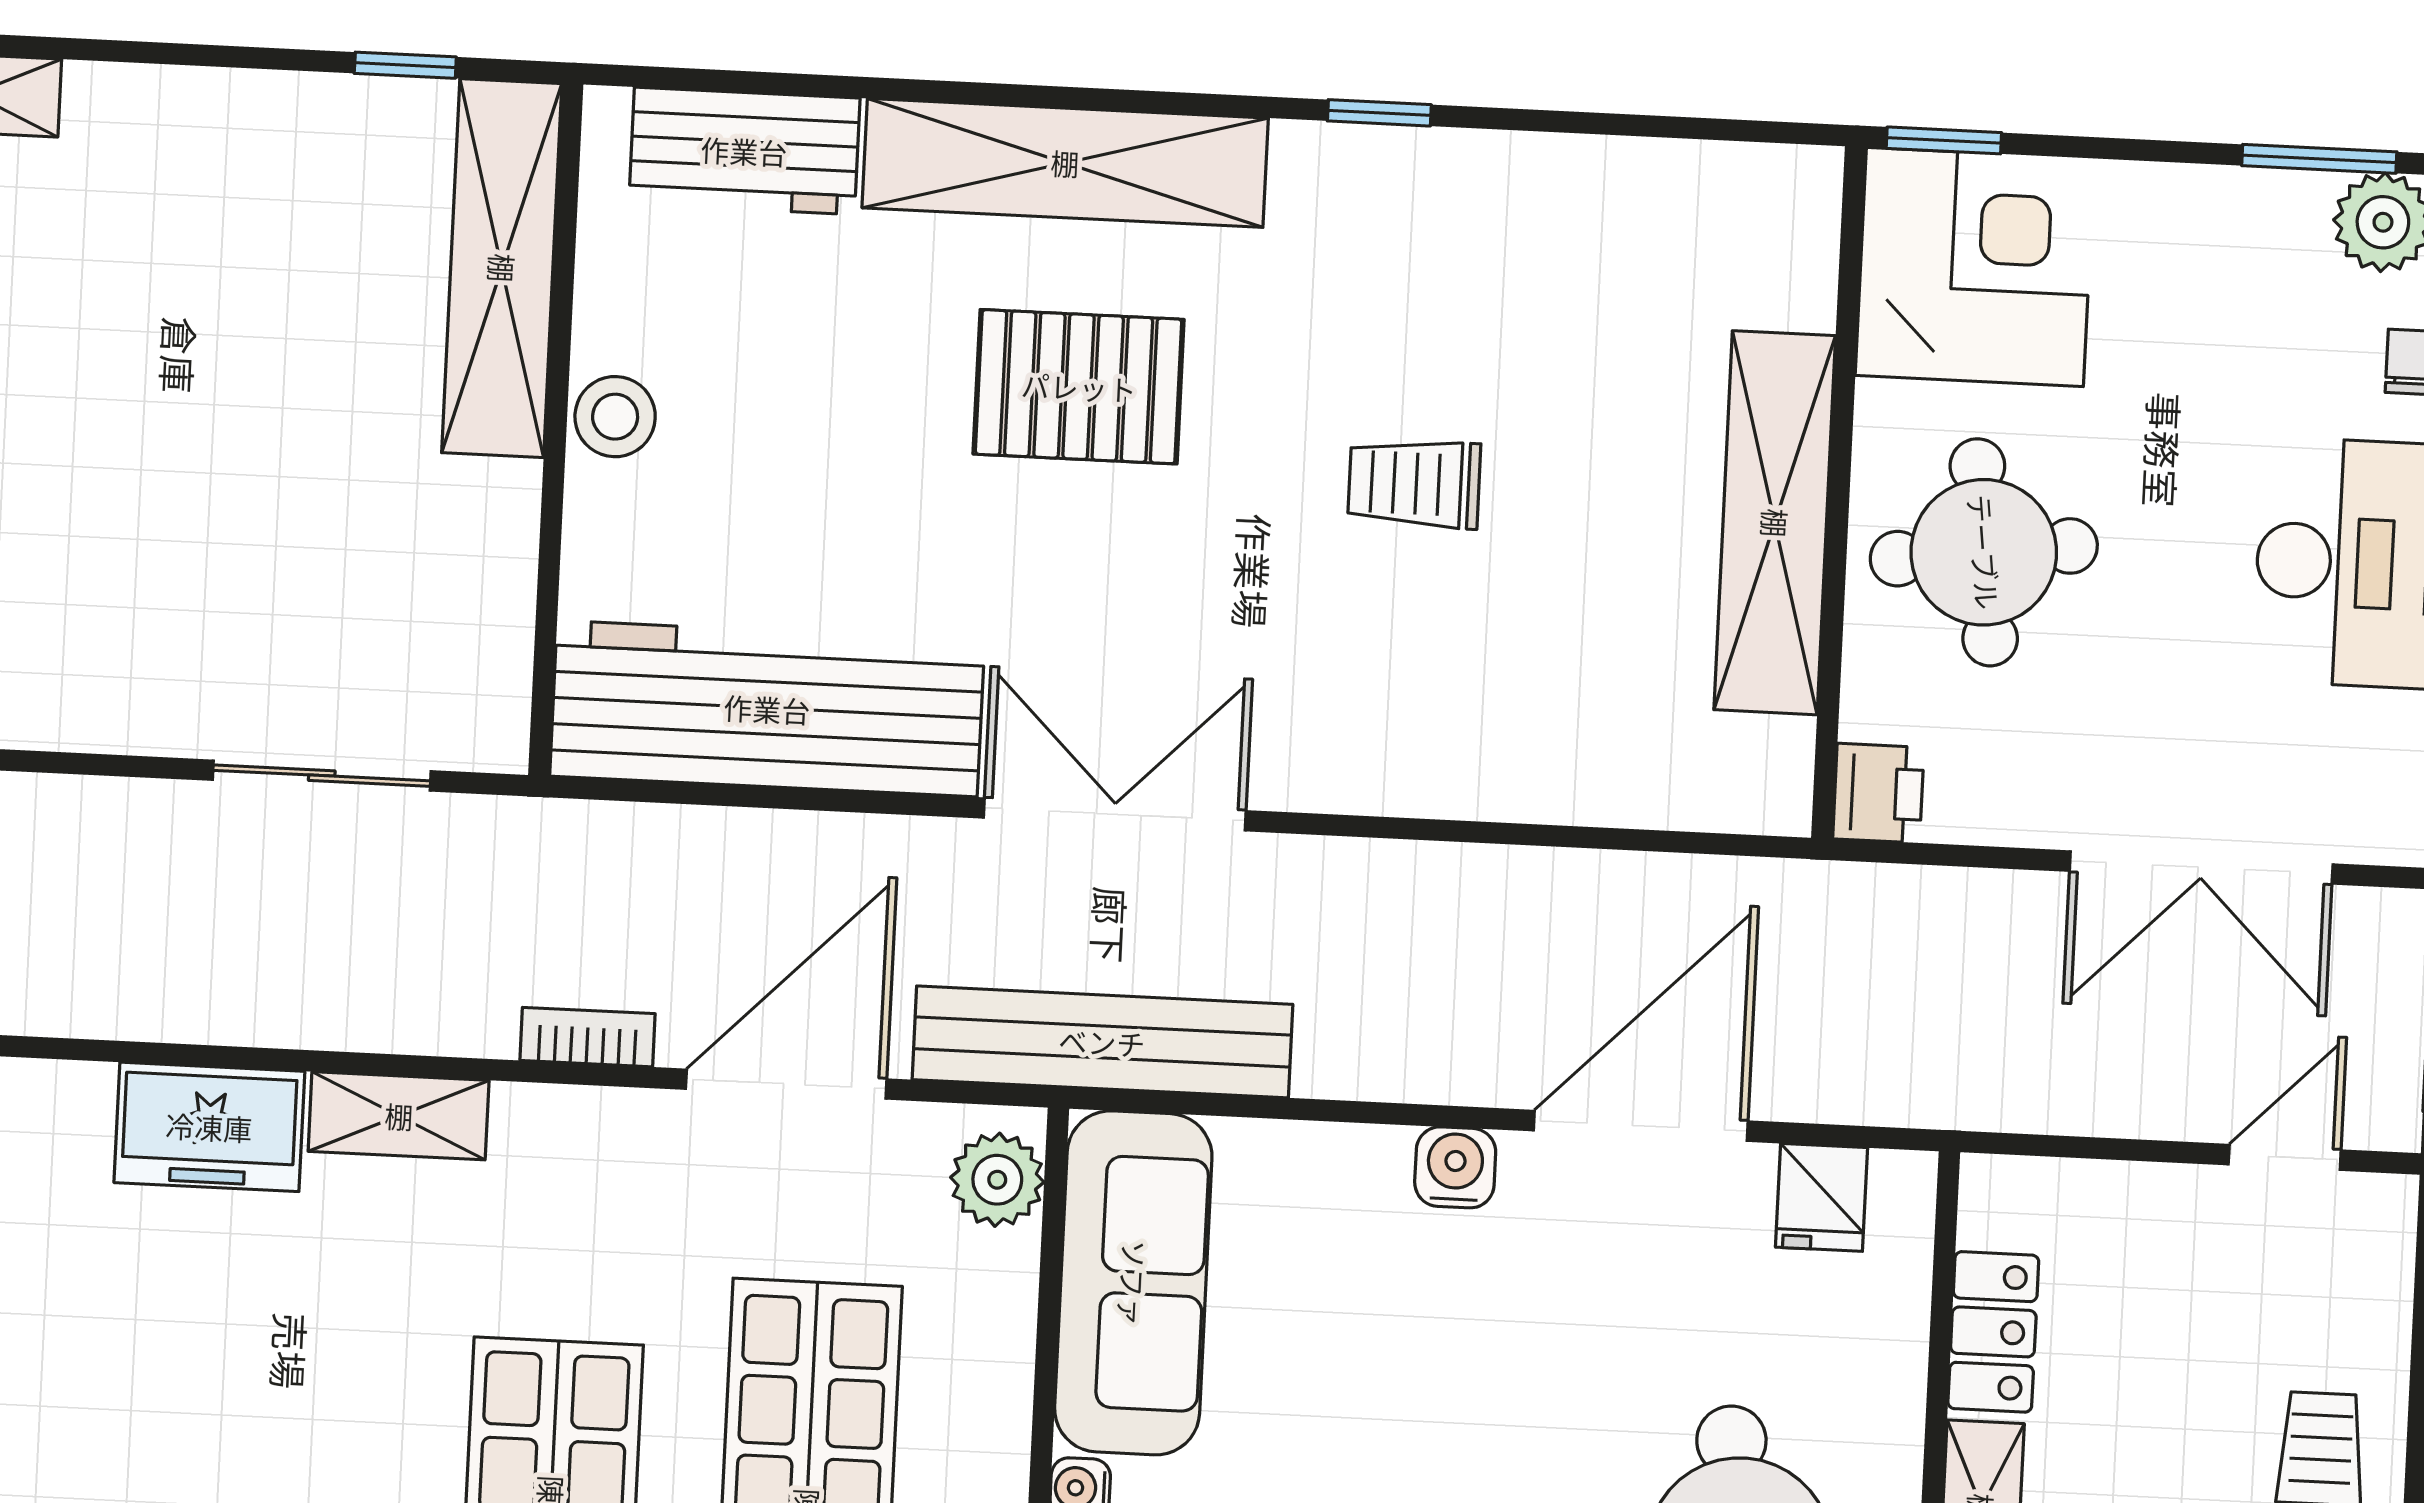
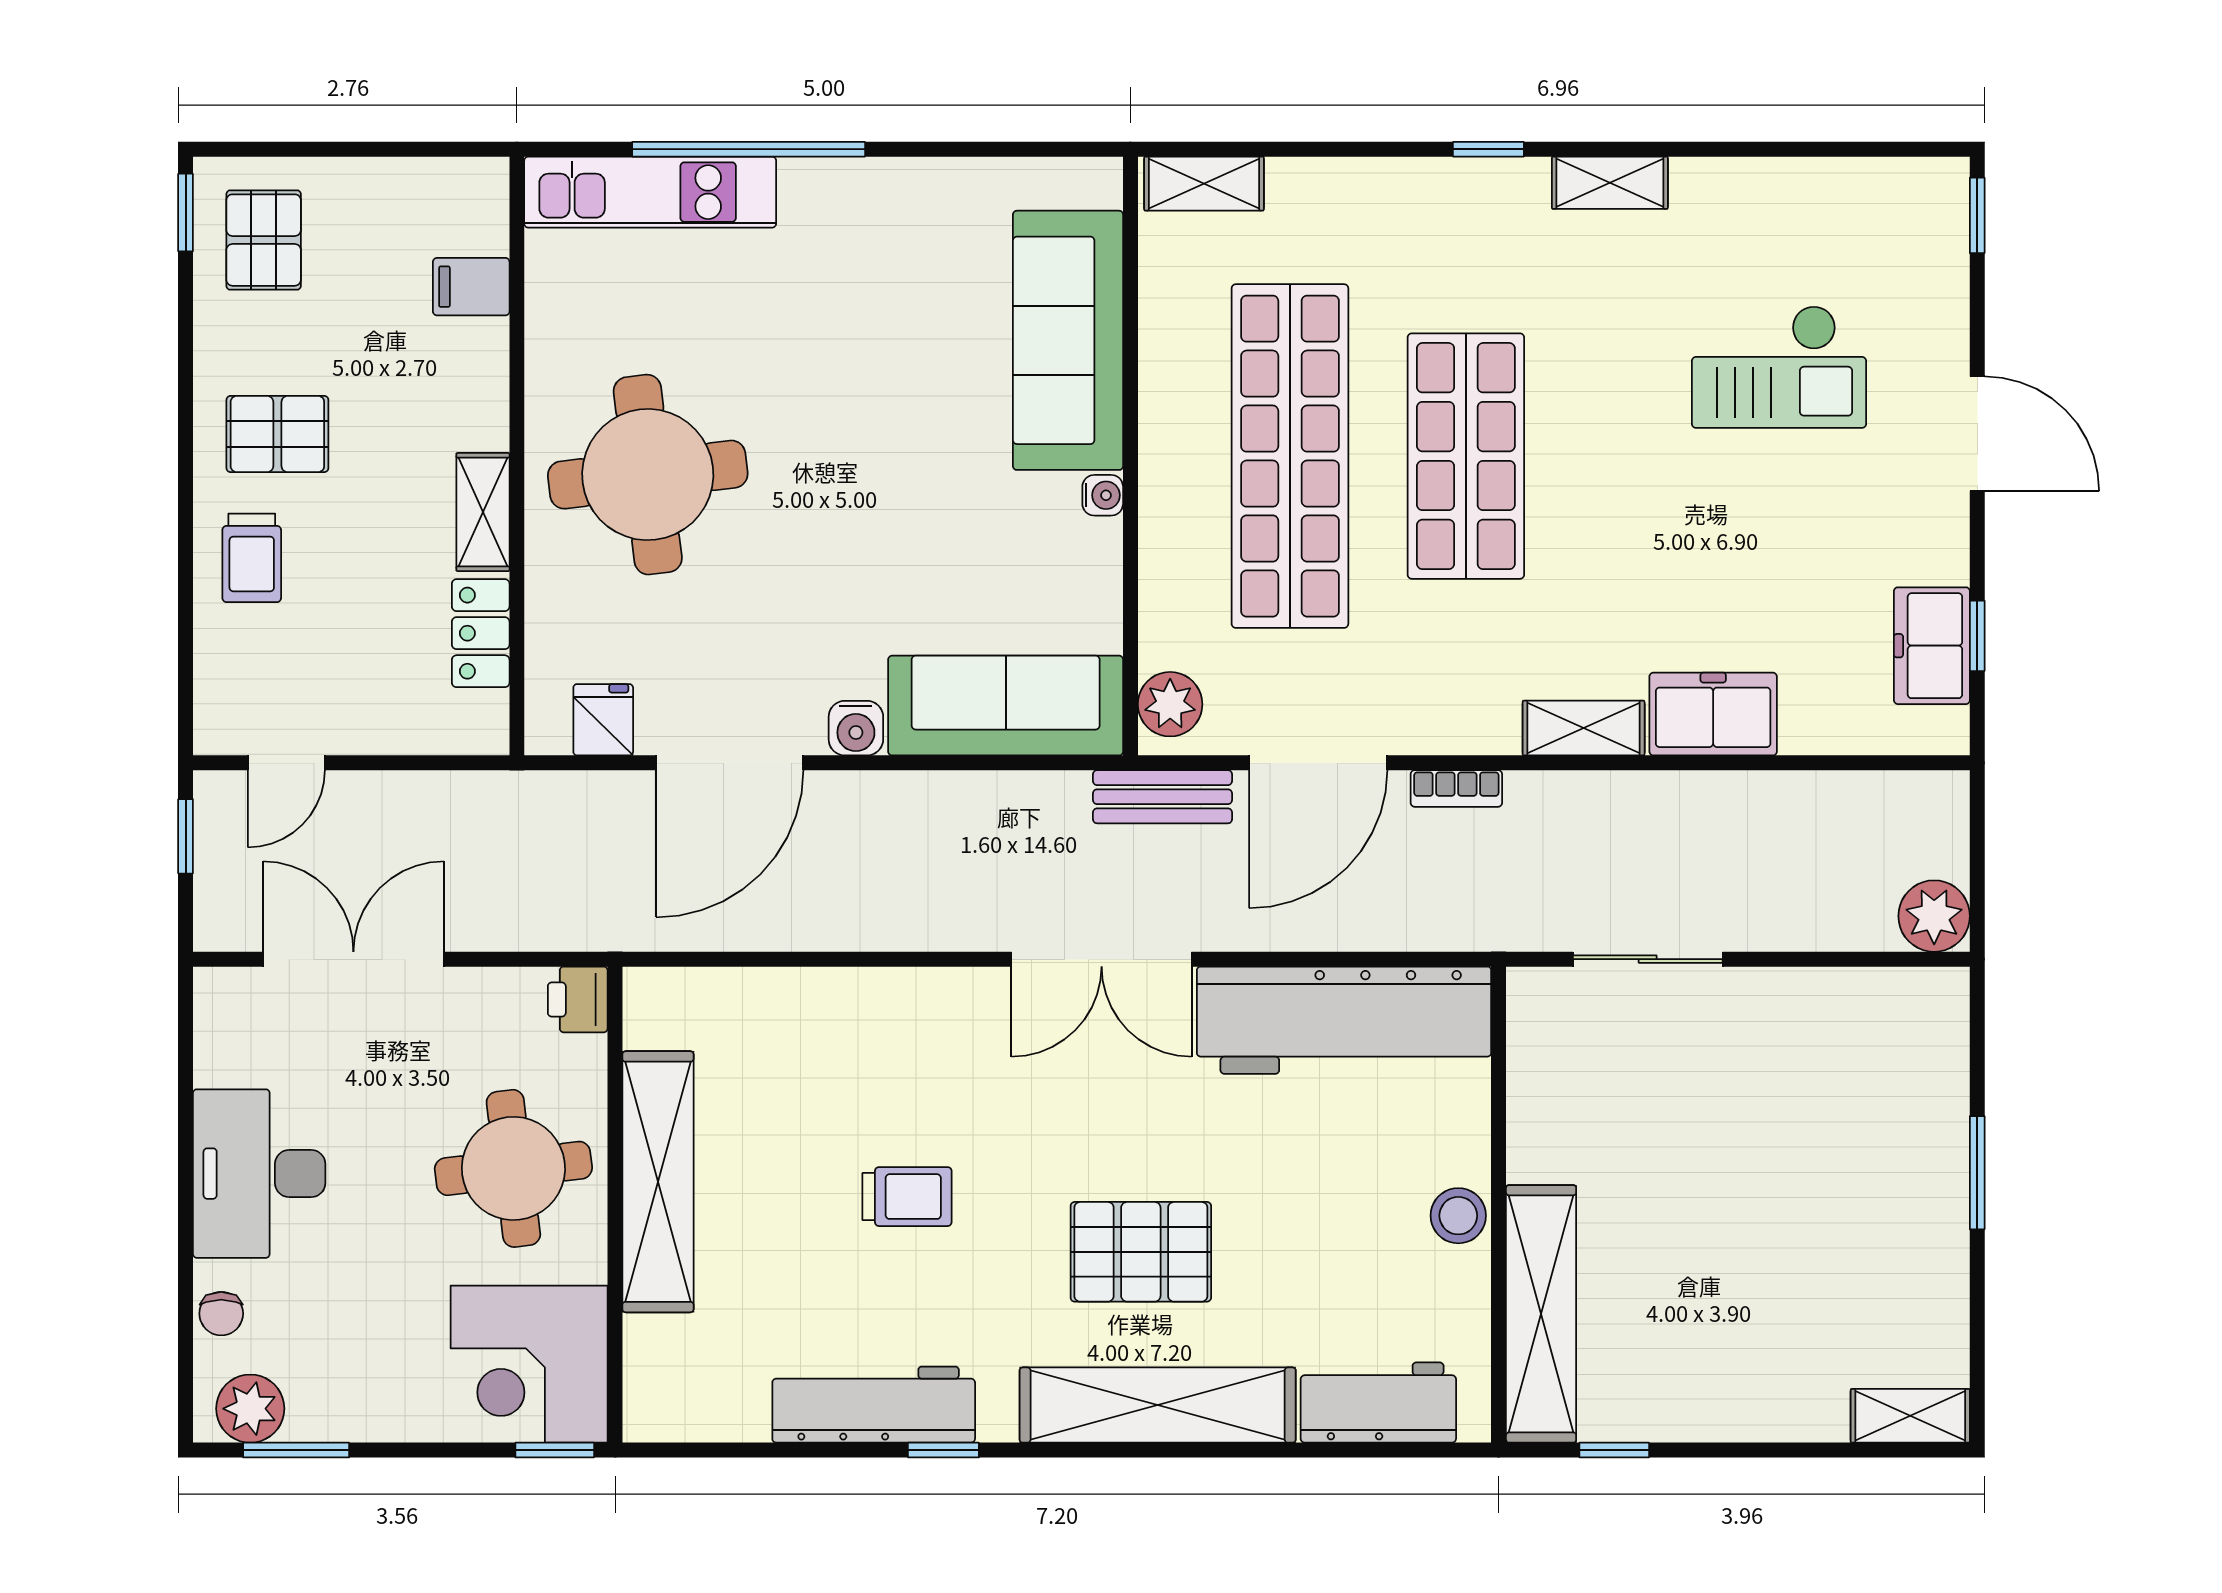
workbench: (1477, 184) -> (874, 1405), added
bench: (1102, 1042) -> (1162, 797), width x0.54, depth x0.82
sofa: (1133, 1283) -> (1006, 706), moved, turned 90

